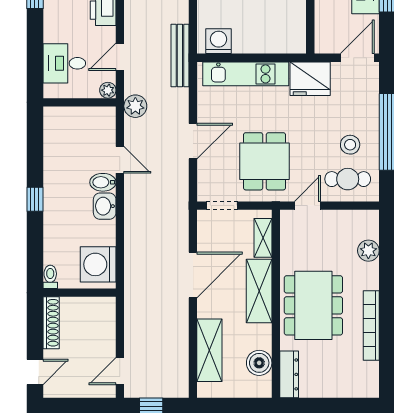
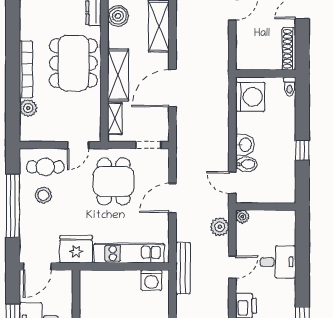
plant: (108, 90) -> (242, 217), moved
wall: (79, 102) -> (266, 207), moved
bookcase: (371, 326) -> (26, 69), moved

